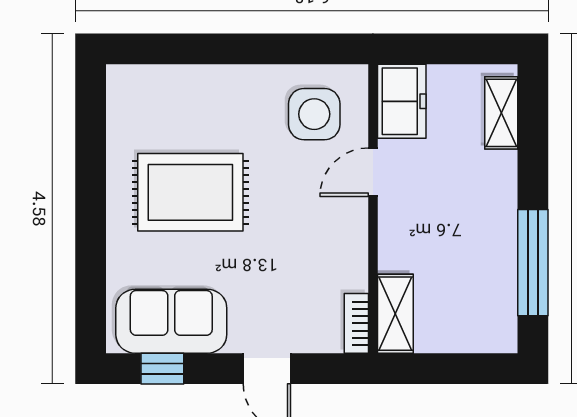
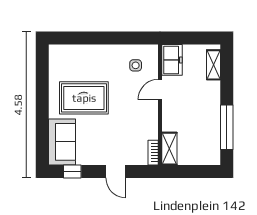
side table: (314, 114) -> (136, 65), width x0.54, depth x0.54
sofa: (171, 321) -> (62, 142), moved, turned 90

